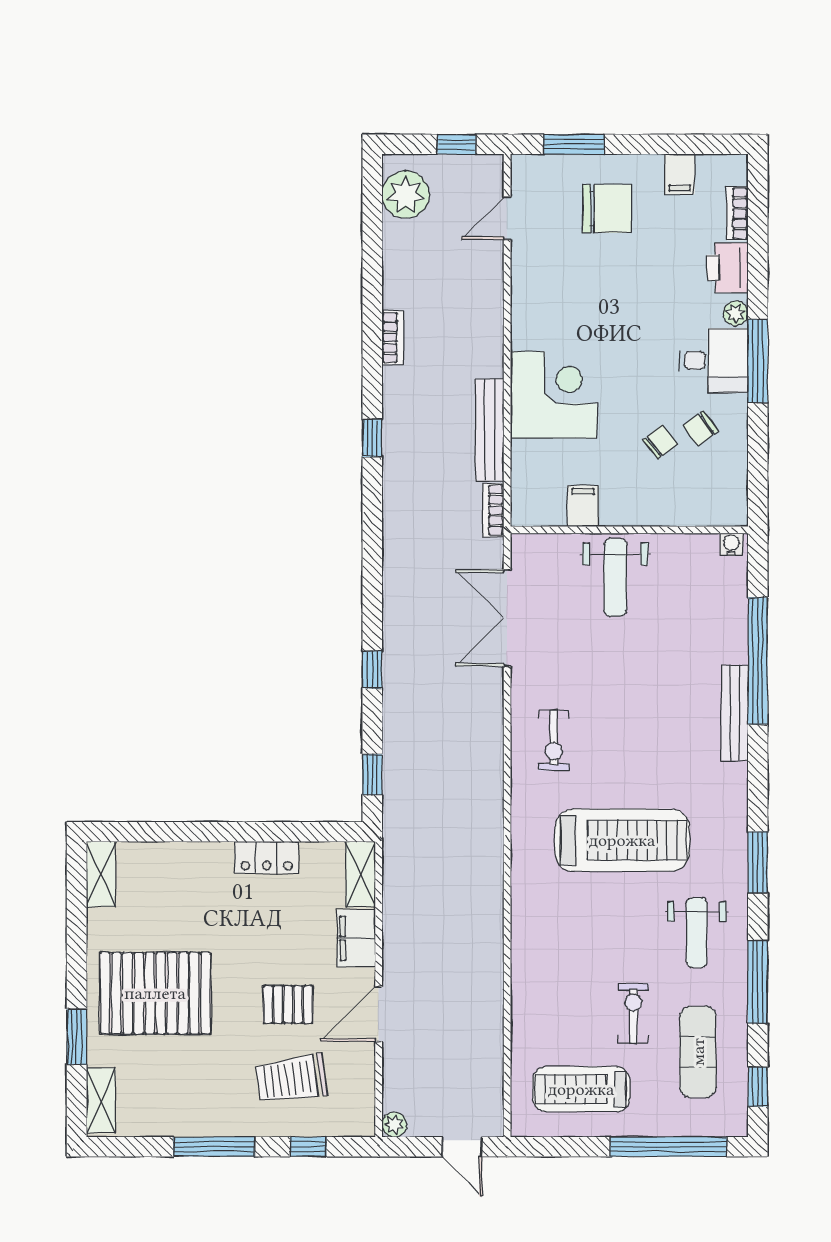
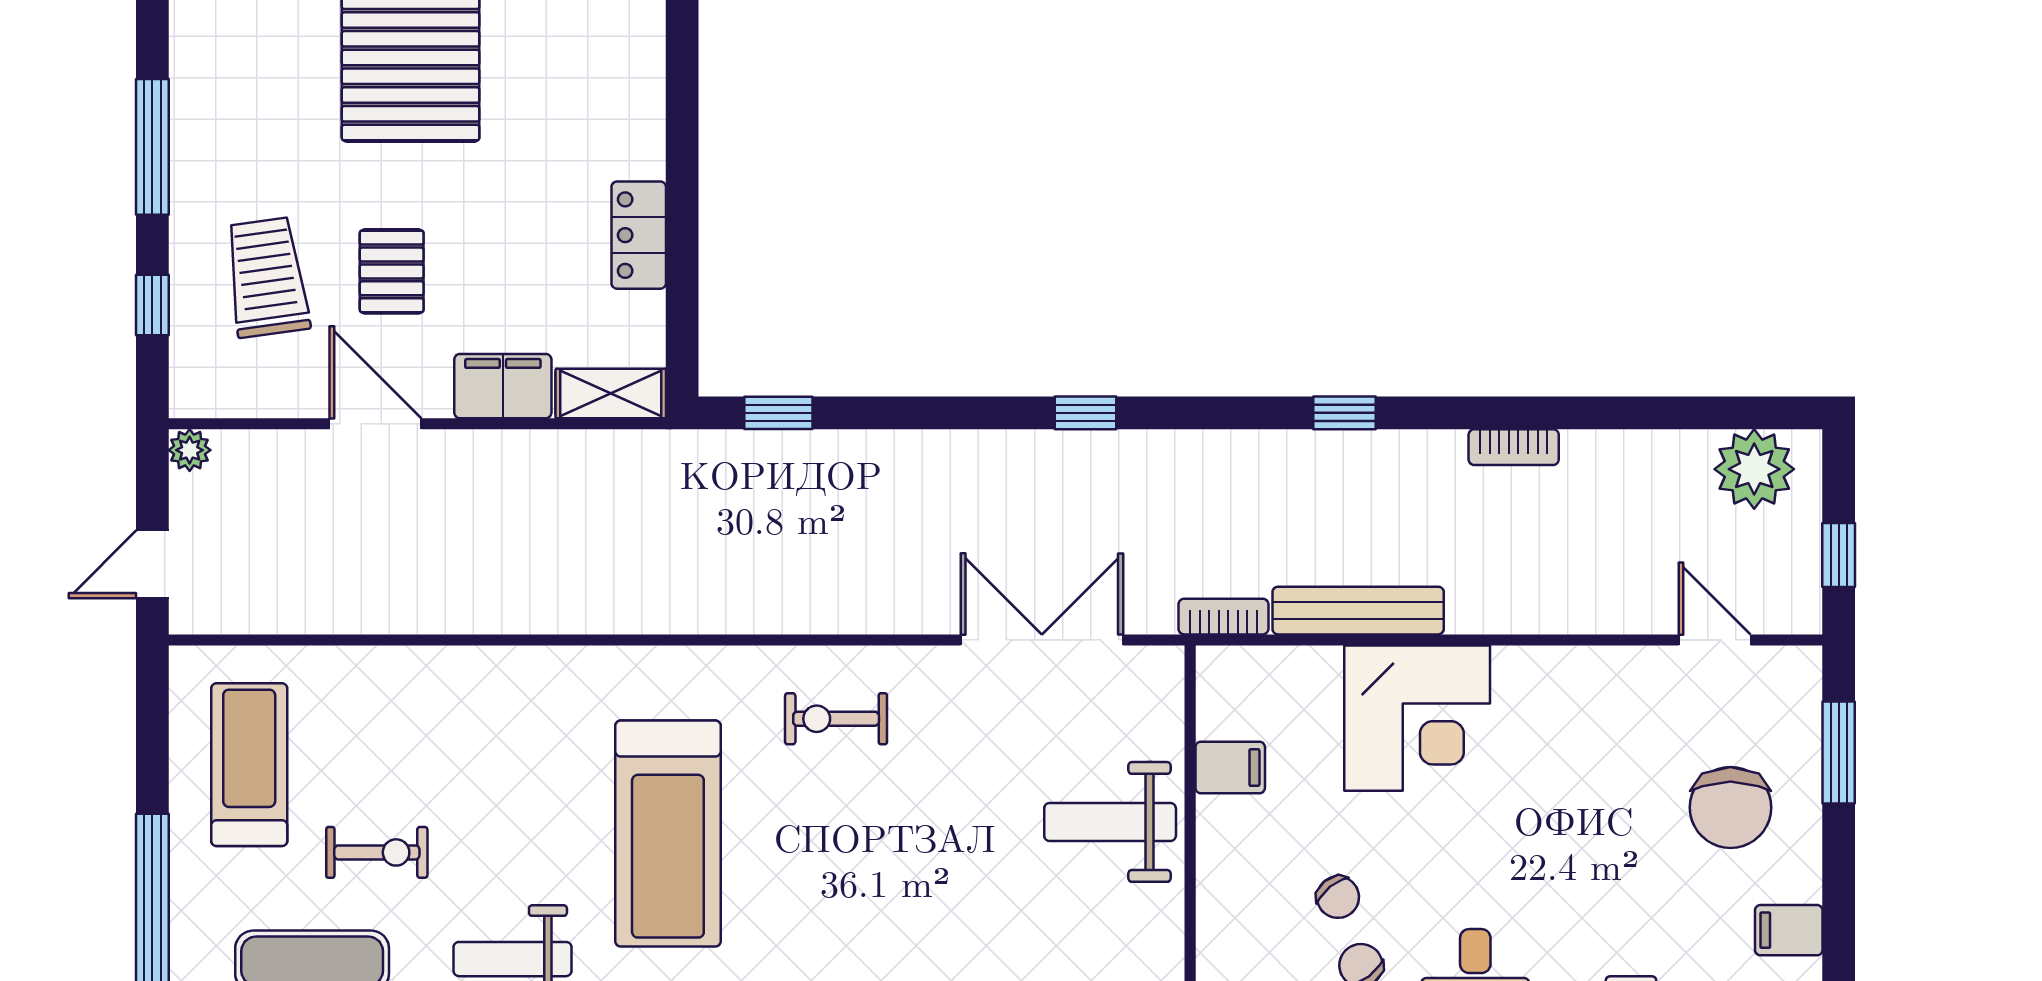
window: (372, 670) -> (1085, 413), moved

